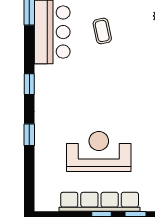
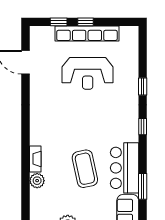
coffee table: (102, 31) -> (85, 169), width x1.86, depth x1.72

